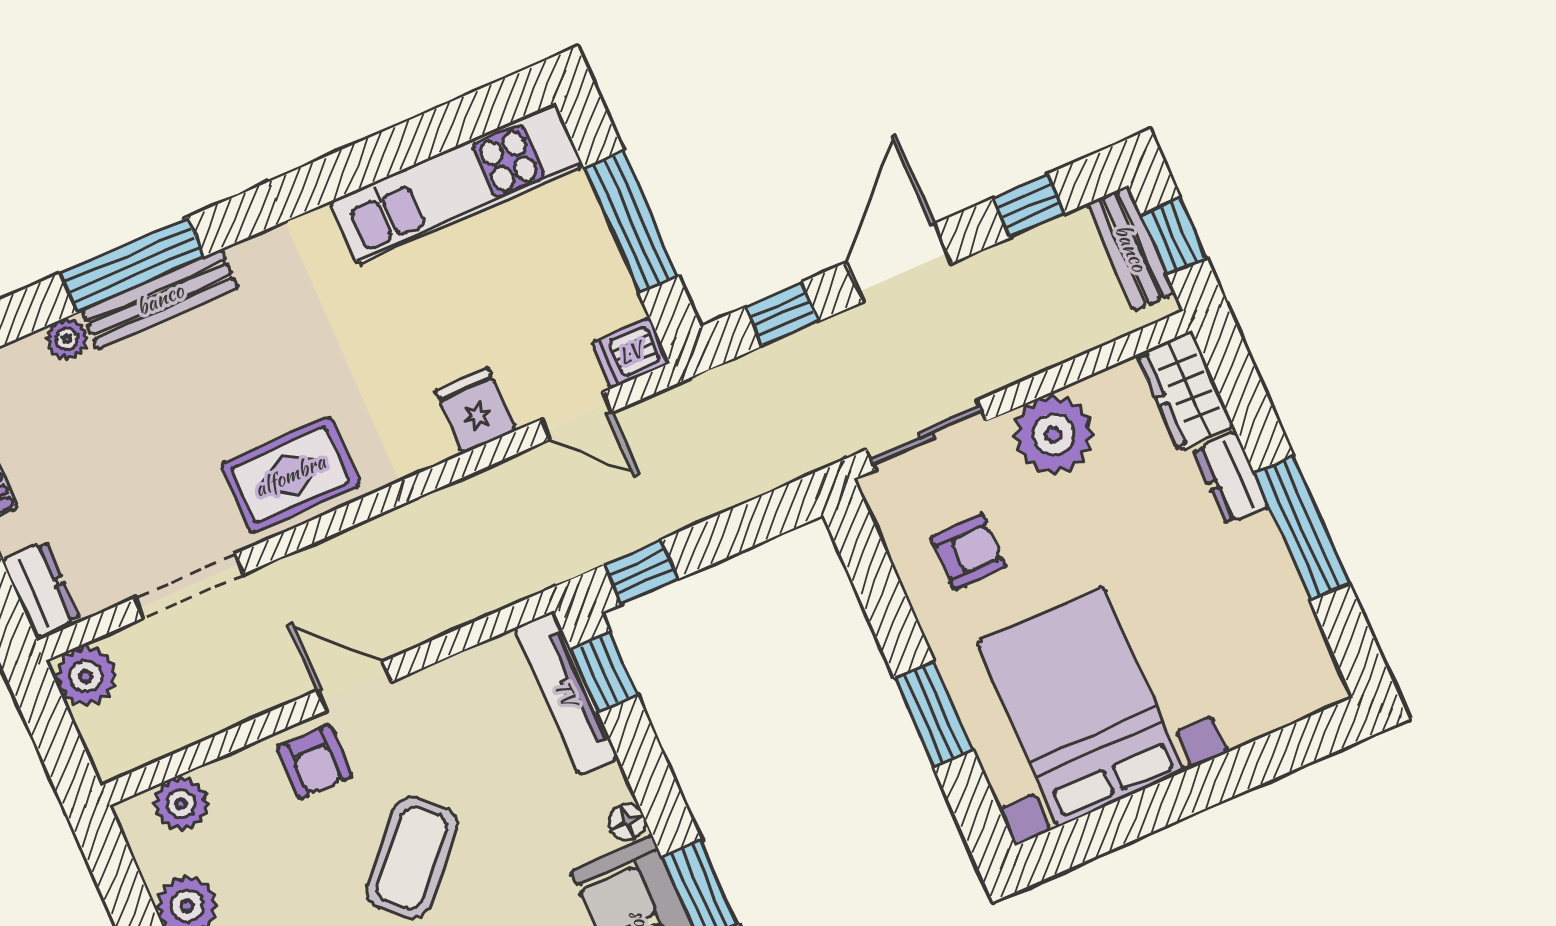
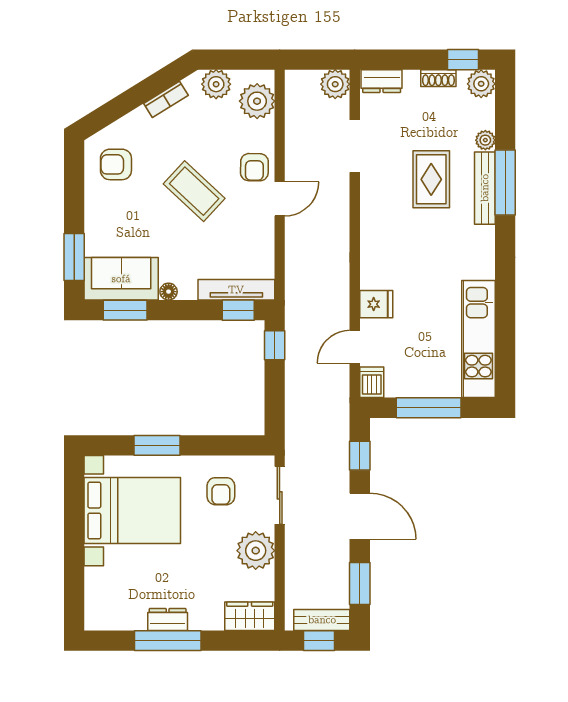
window: (1029, 206) -> (360, 584), width x1.50
rug: (290, 475) -> (431, 179), moved
dresser: (1231, 478) -> (168, 620), moved
armchair: (315, 762) -> (254, 167), turned -89
plant: (181, 804) -> (257, 101), width x1.36, depth x1.36

